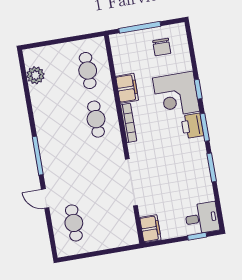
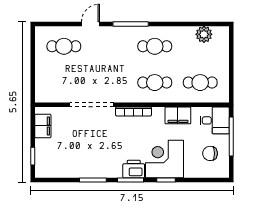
bookcase: (129, 123) -> (133, 112), moved
cafe table: (57, 126) -> (155, 46), added
desk: (202, 218) -> (215, 120), moved, turned -90
filing cabinet: (150, 229) -> (43, 126), moved, turned -90

